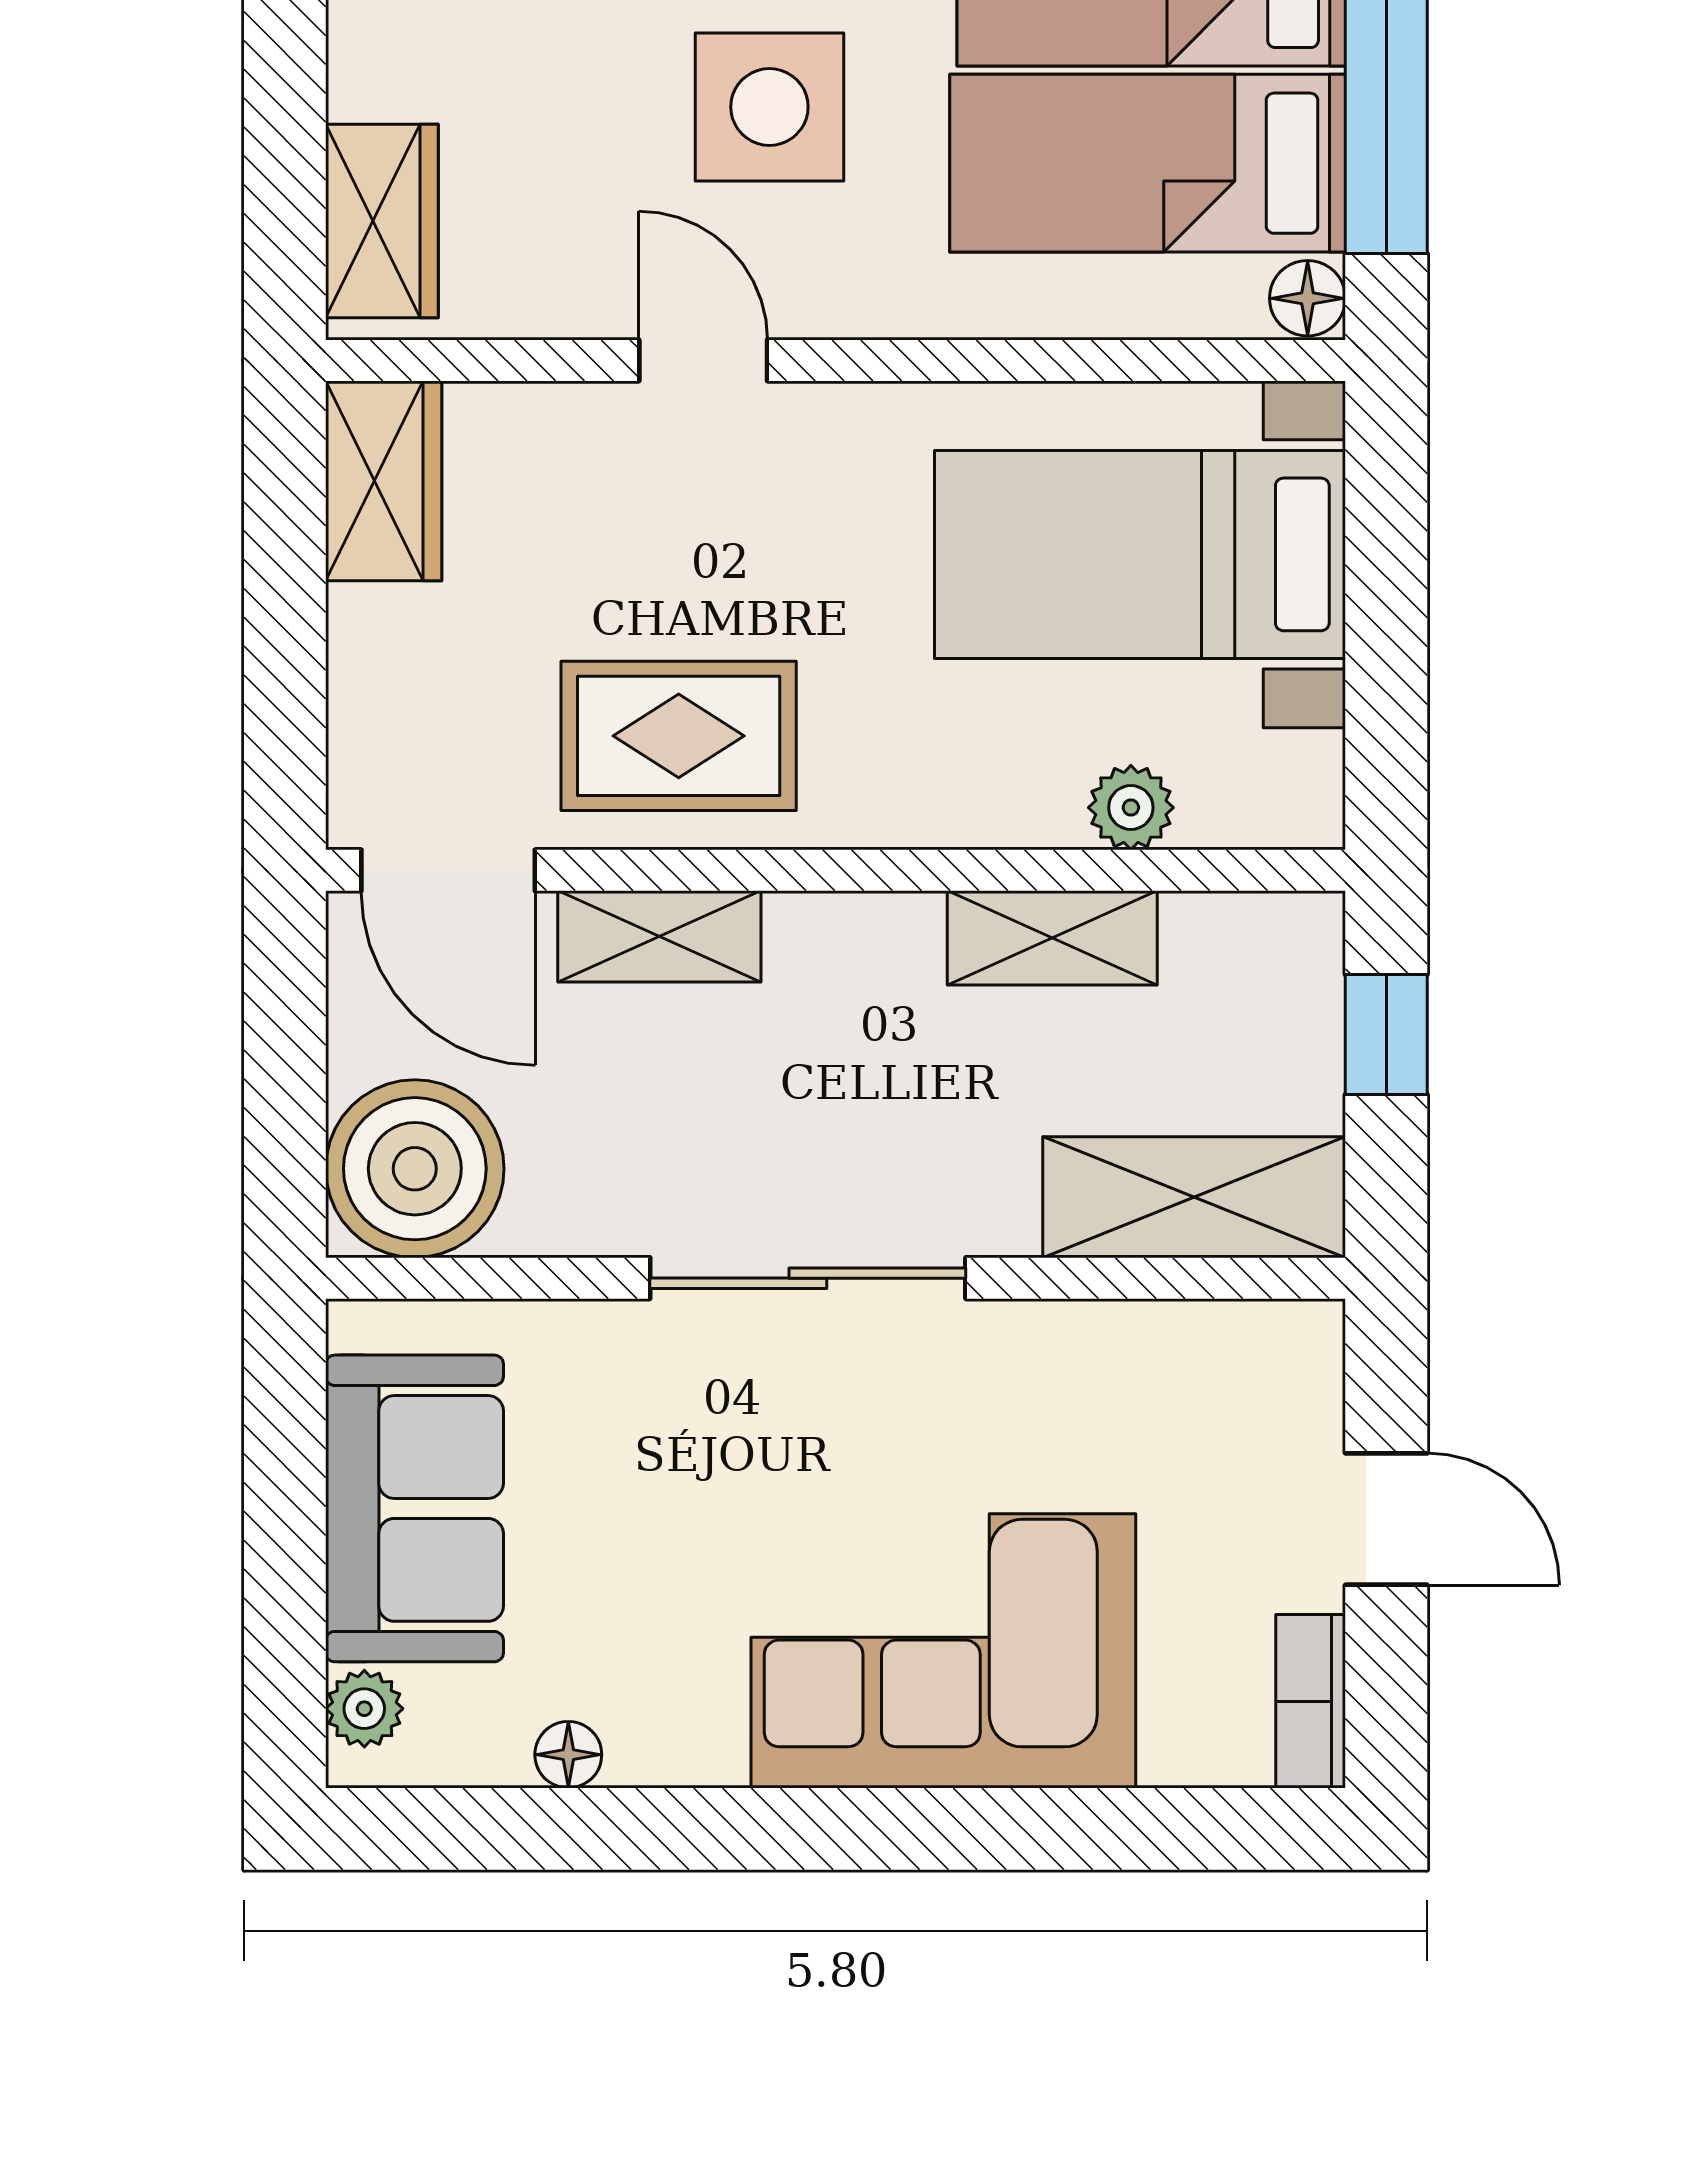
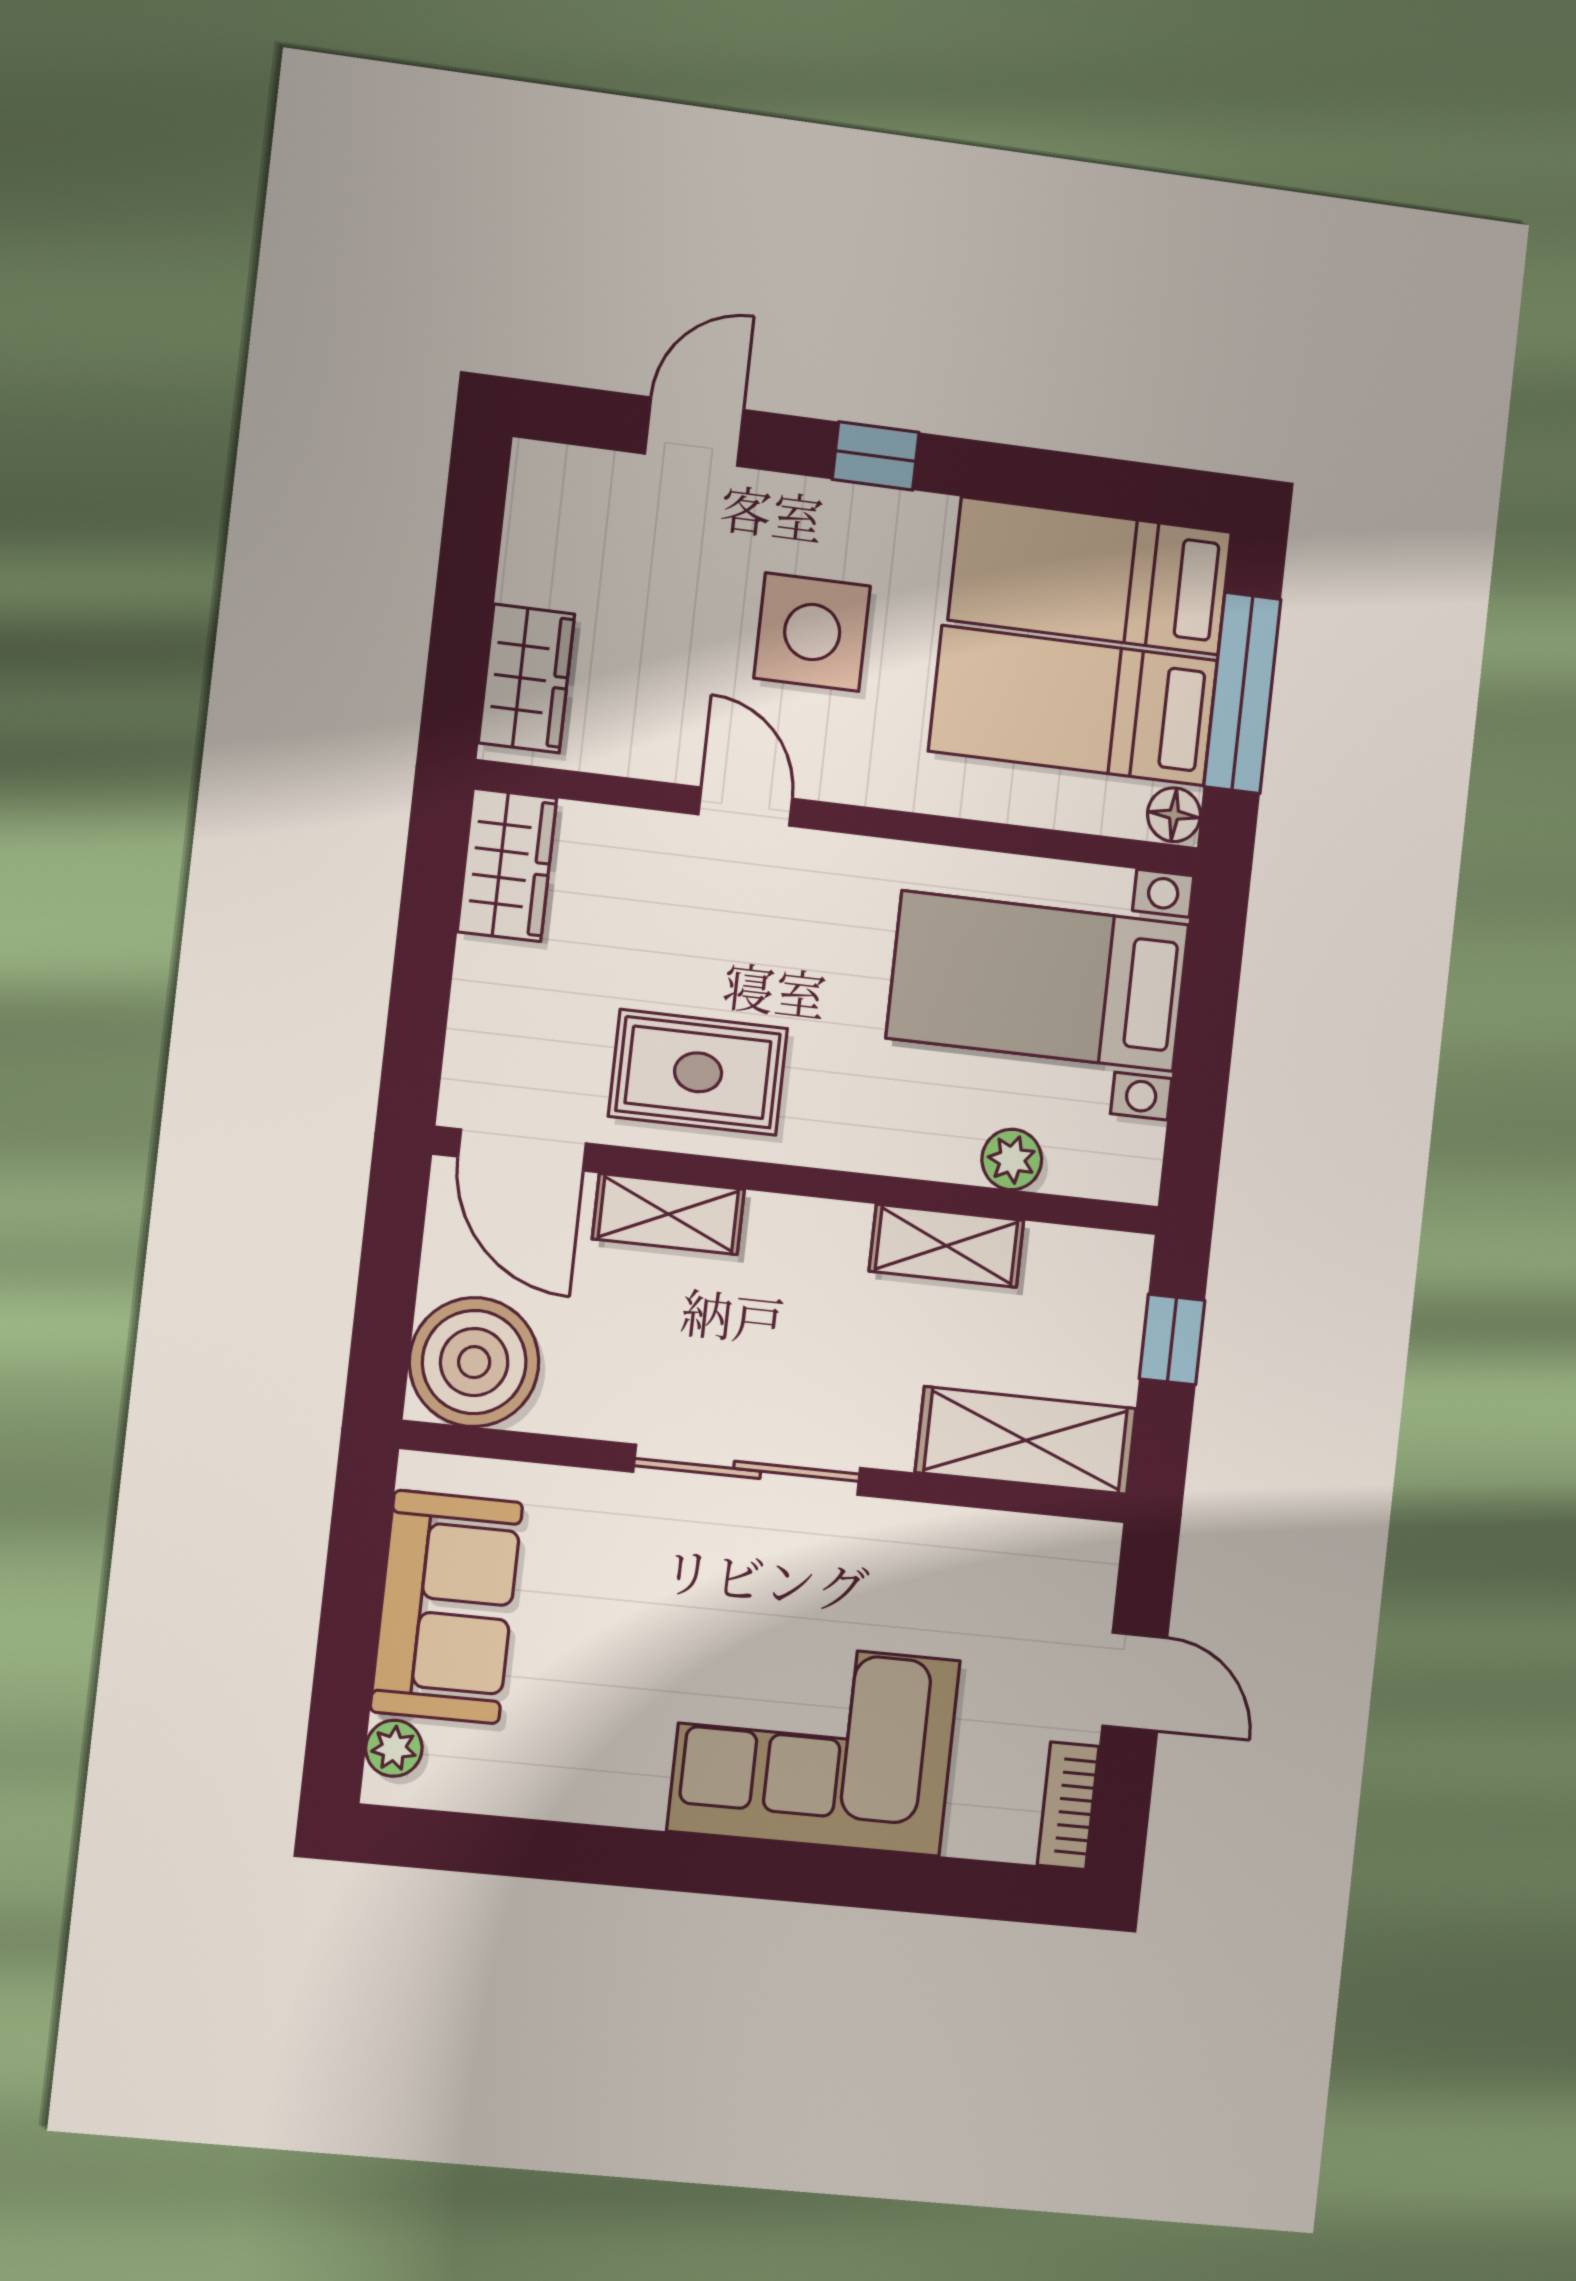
floor lamp: (568, 1755) -> (538, 1795), removed

